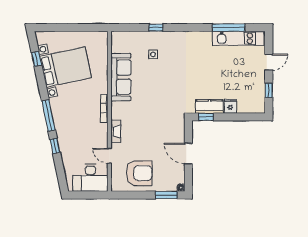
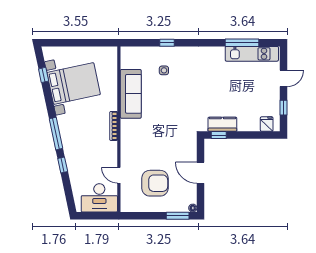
fridge: (230, 106) -> (267, 124), moved
fireplace: (116, 131) -> (125, 150), removed
armchair: (139, 173) -> (155, 183), moved

